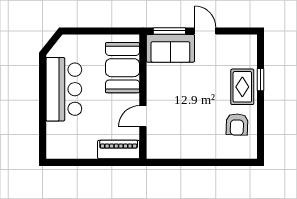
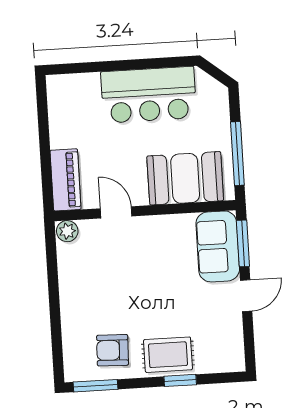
window: (108, 31) -> (237, 154), added
window: (260, 138) -> (95, 386), added
plant: (154, 151) -> (67, 231), added

